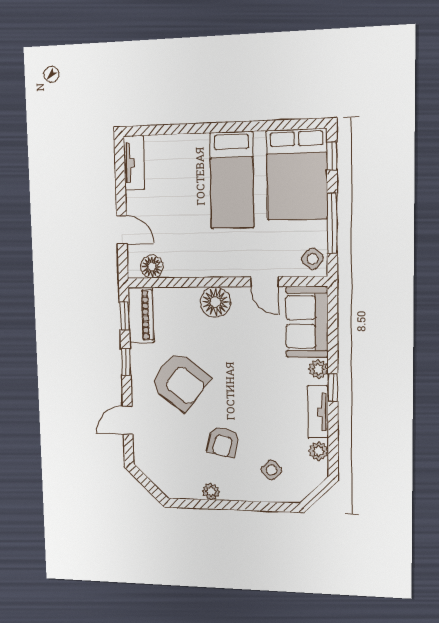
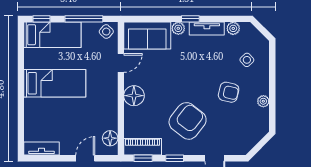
bed: (297, 175) -> (52, 35), width x0.67

